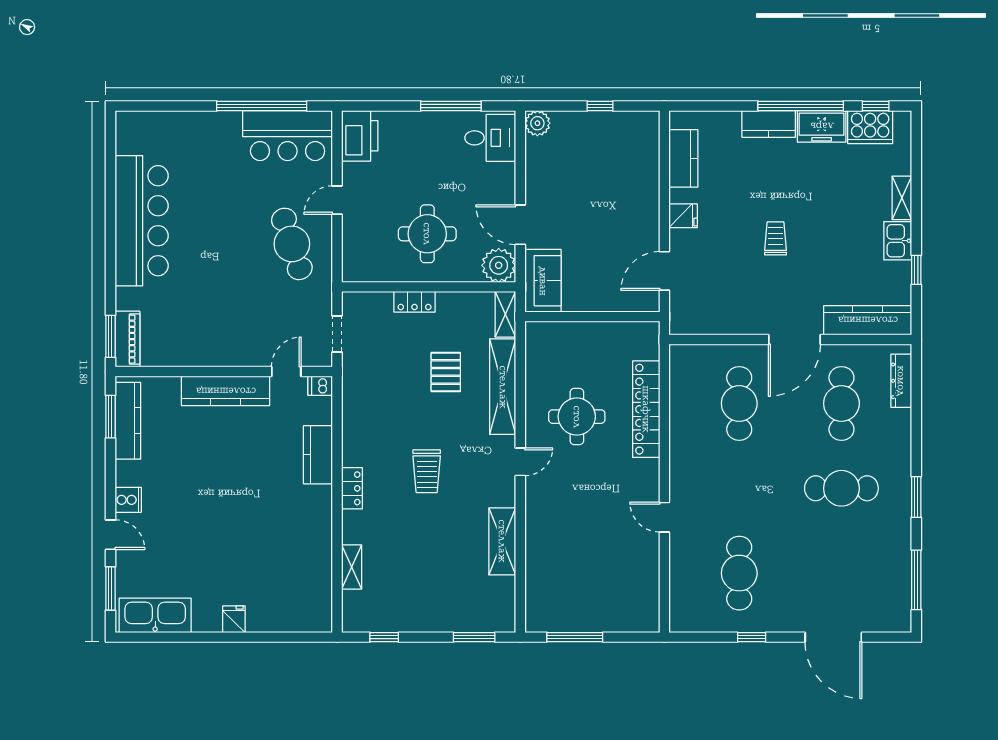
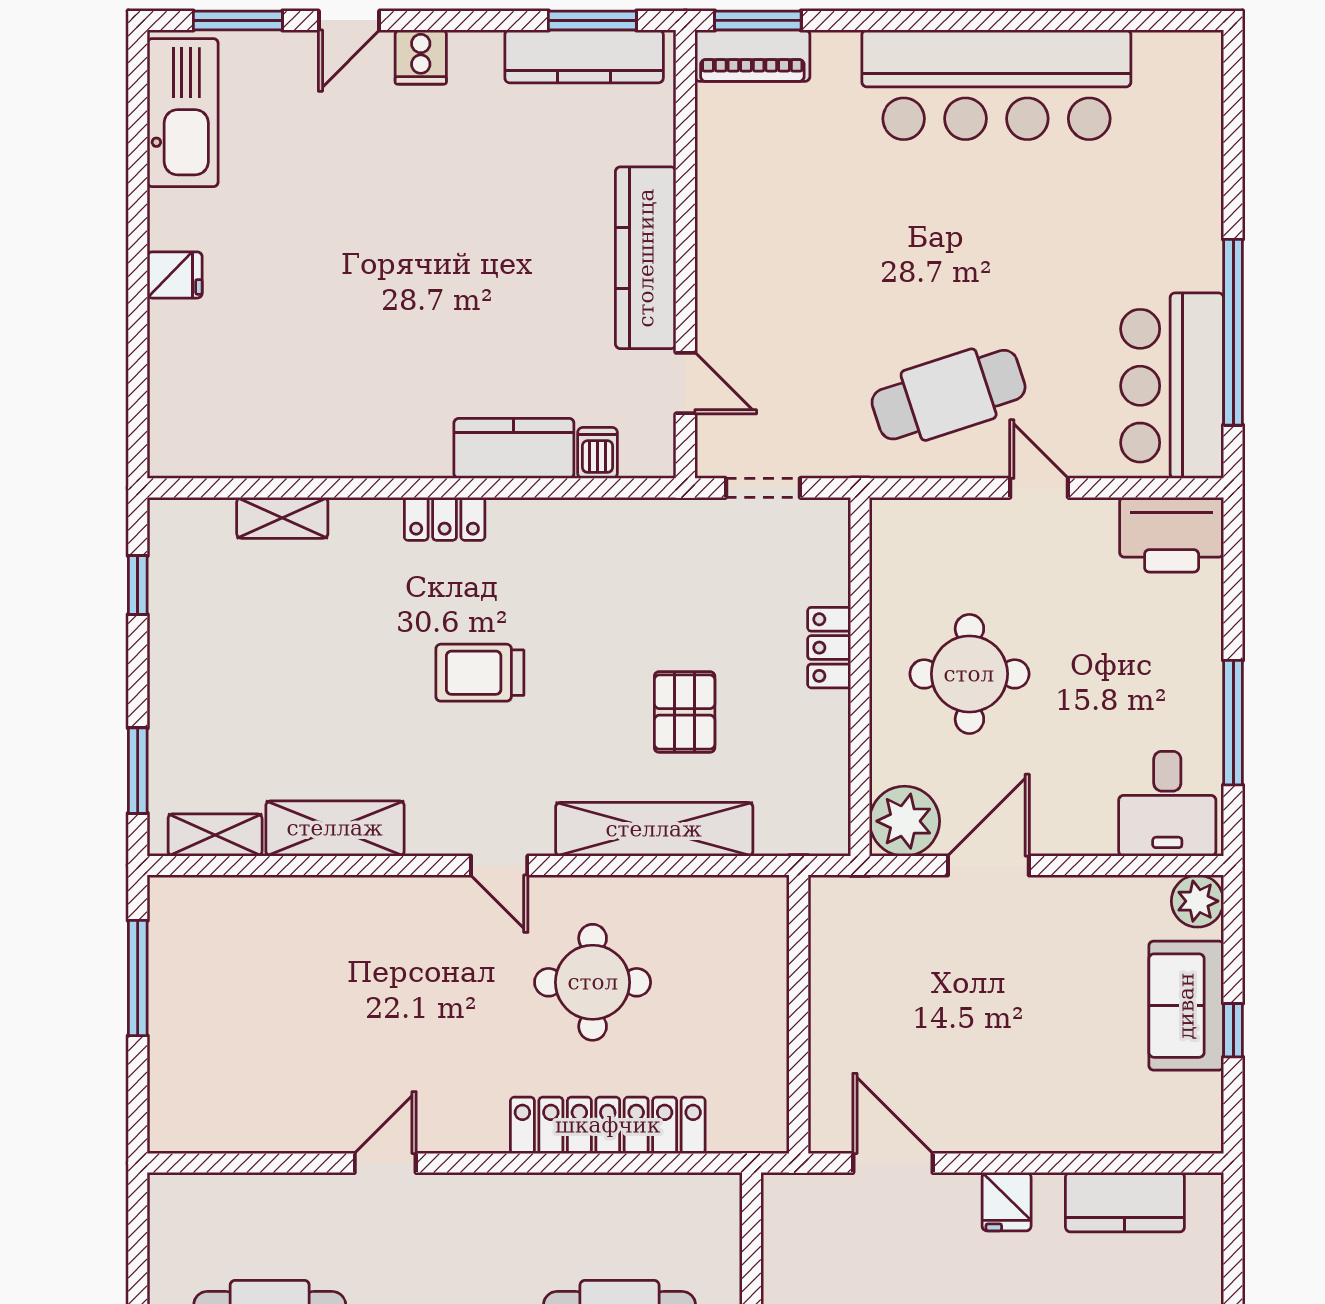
sofa: (543, 281) -> (1186, 1006), moved, turned 90
shelving: (505, 314) -> (215, 835), moved
pallet: (446, 372) -> (685, 712), turned 90
dishwasher: (320, 386) -> (598, 453), moved

